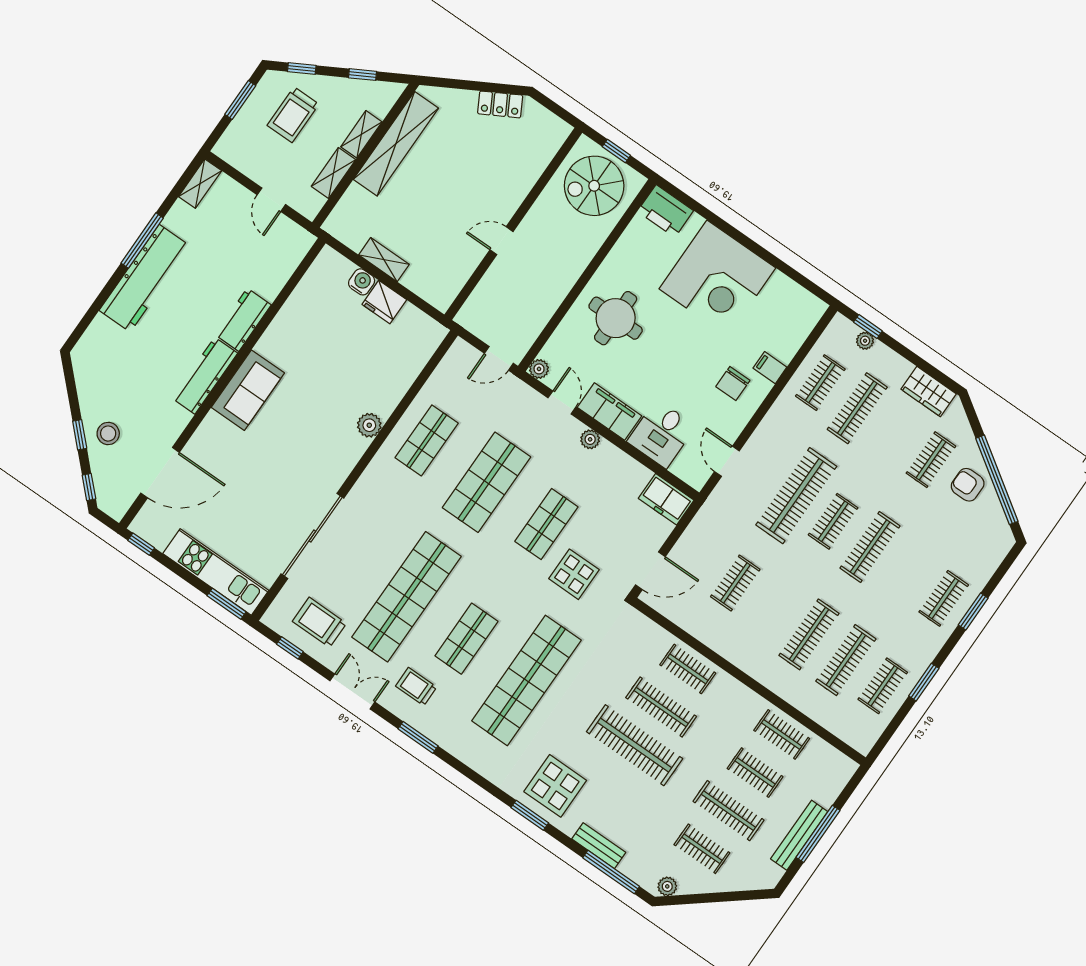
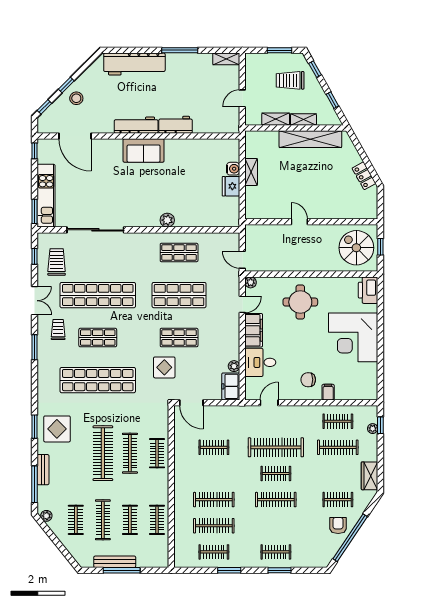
workbench: (145, 278) -> (134, 64), moved
plant: (590, 439) -> (234, 366), moved

